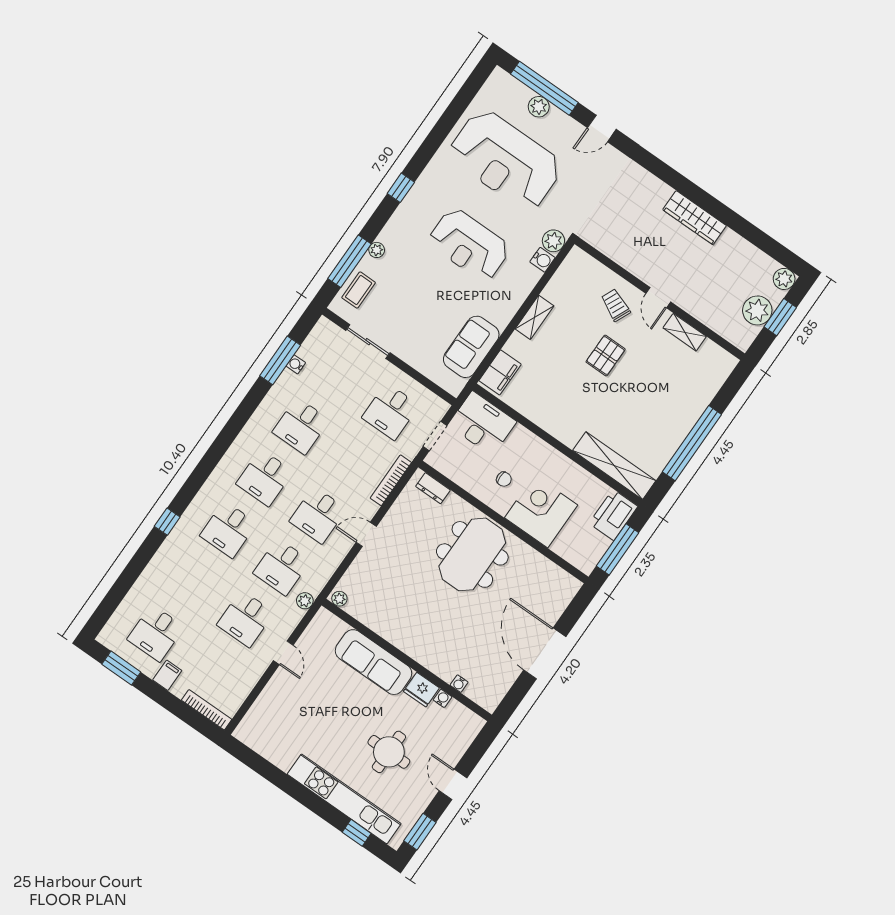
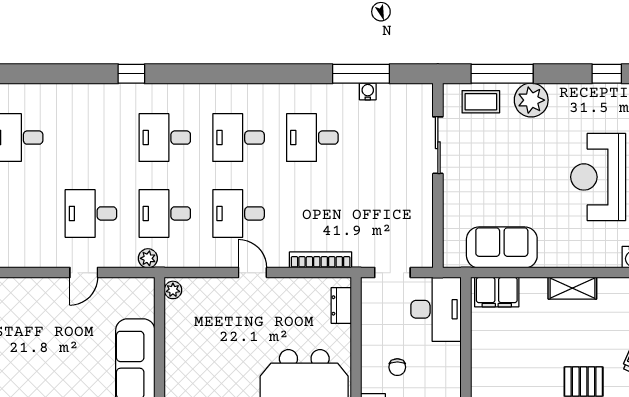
plant: (377, 250) -> (531, 100), width x1.88, depth x1.88
desk: (390, 411) -> (386, 213), removed

